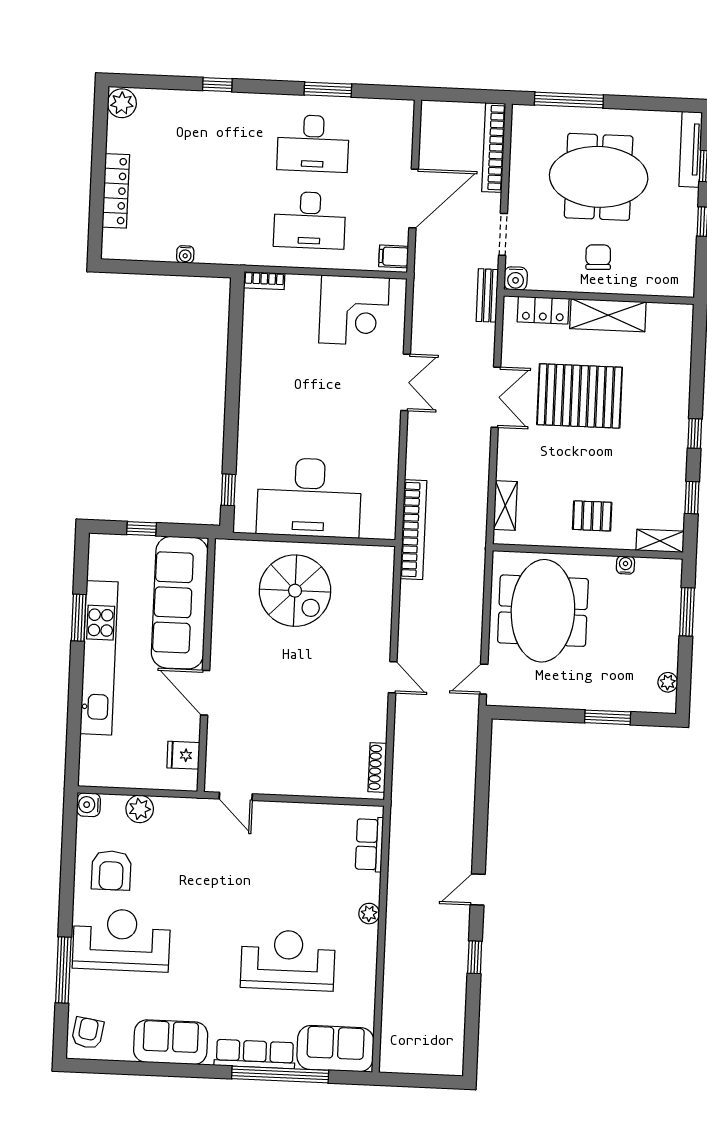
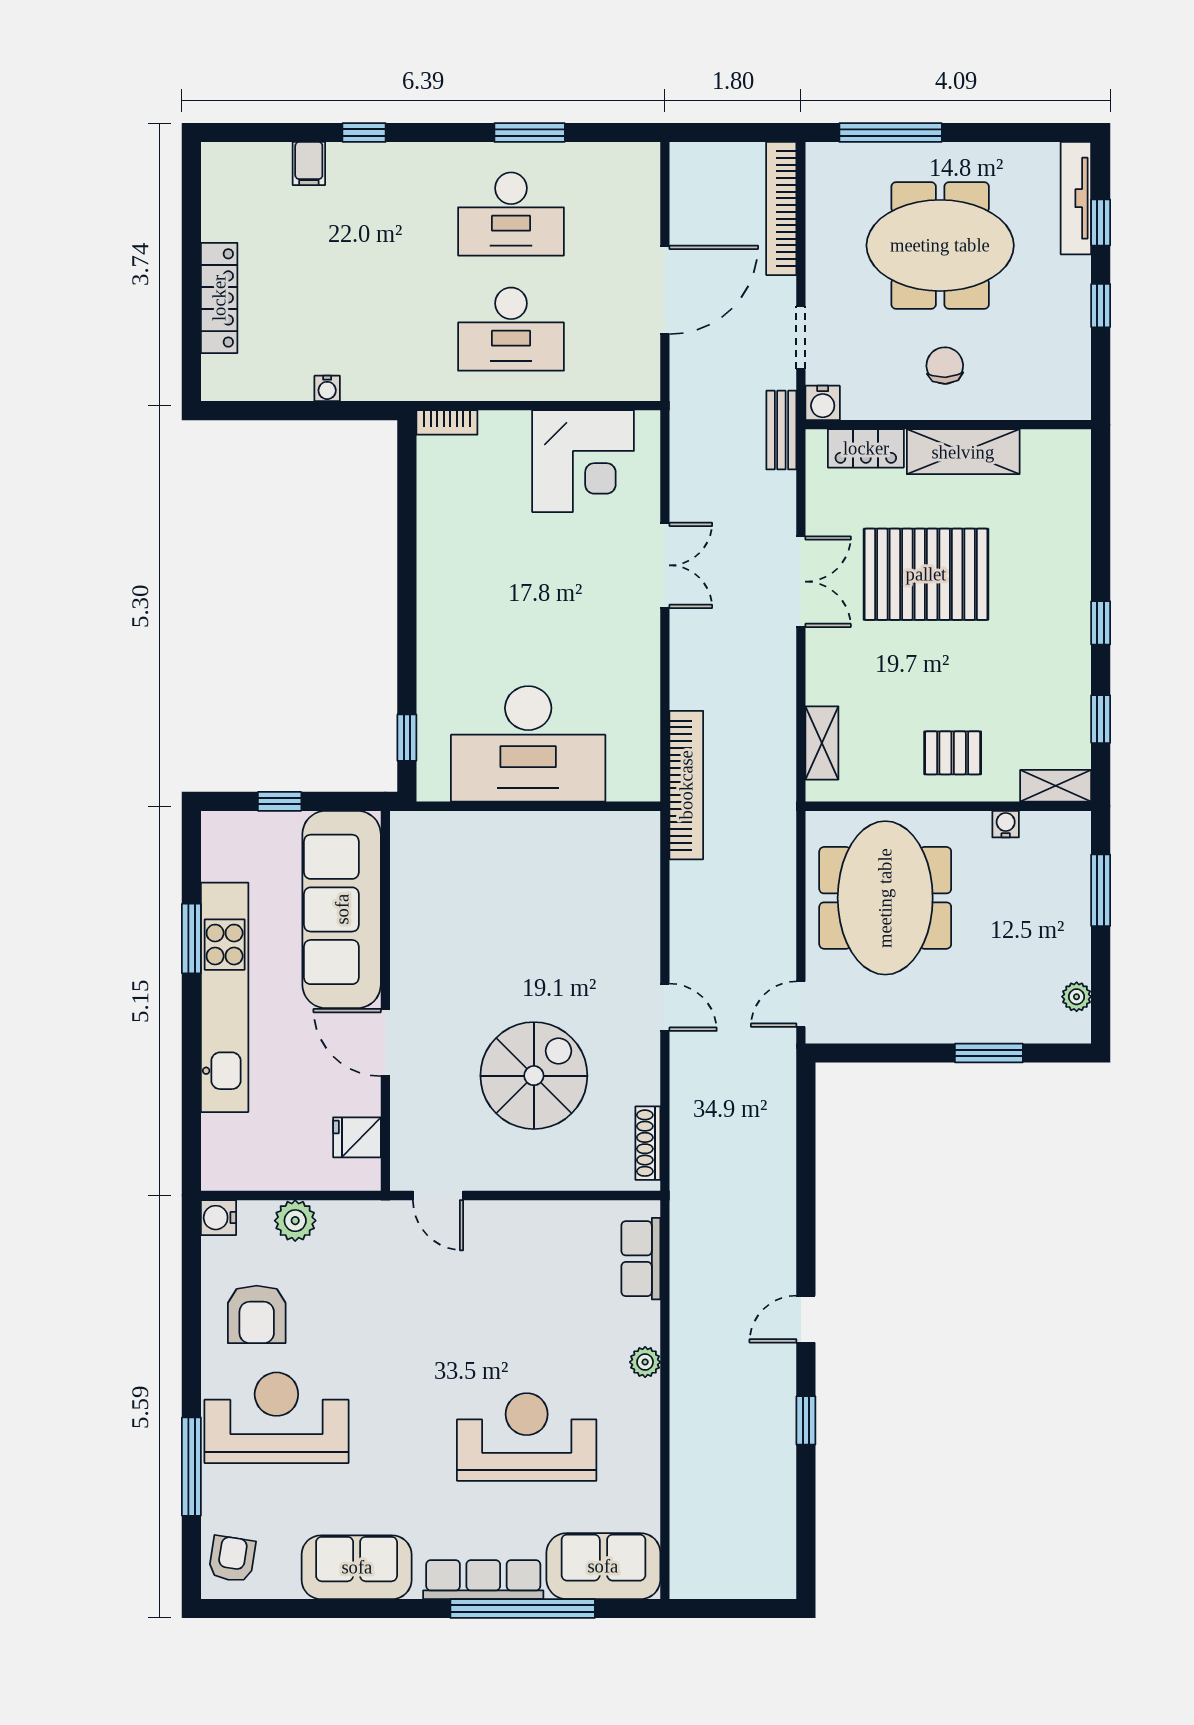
plant: (122, 103) -> (222, 167), removed
filing cabinet: (394, 256) -> (309, 164), moved, turned -90
spiral stairs: (295, 591) -> (534, 1076), moved, turned -90

